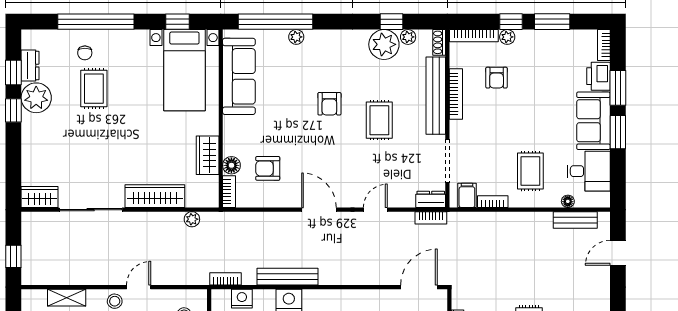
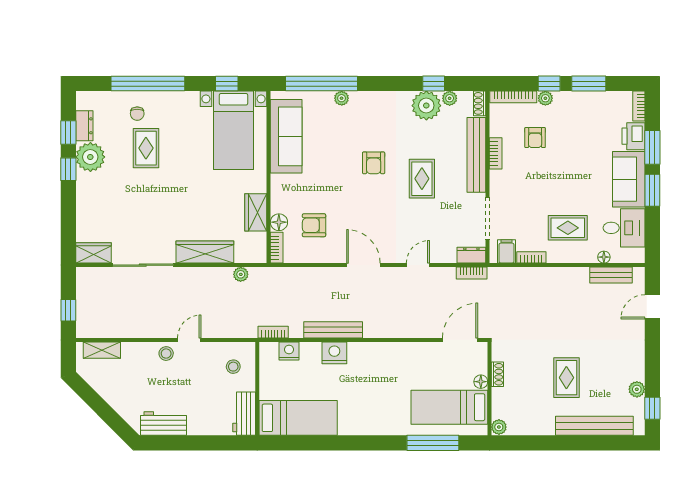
bookcase: (456, 94) -> (496, 153), width x0.64
rug: (530, 171) -> (568, 228), turned 90
shelving: (67, 298) -> (102, 350), moved

